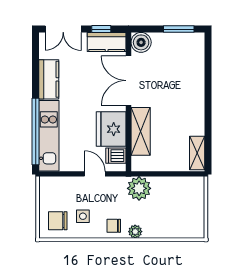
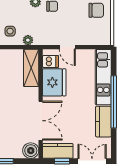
window: (36, 131) -> (114, 102), moved
shelving: (141, 131) -> (31, 68), moved
plant: (139, 188) -> (28, 40), width x0.53, depth x0.53
side table: (83, 216) -> (10, 31), moved

